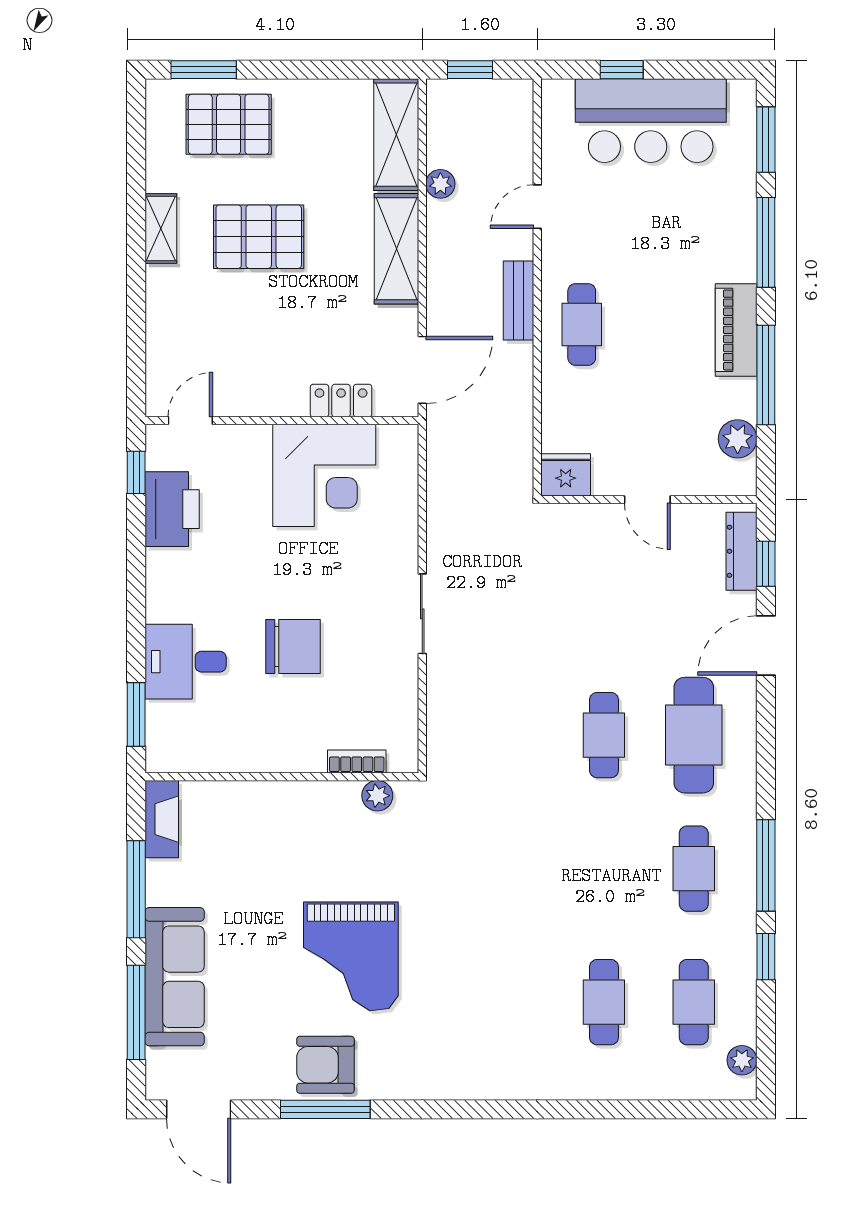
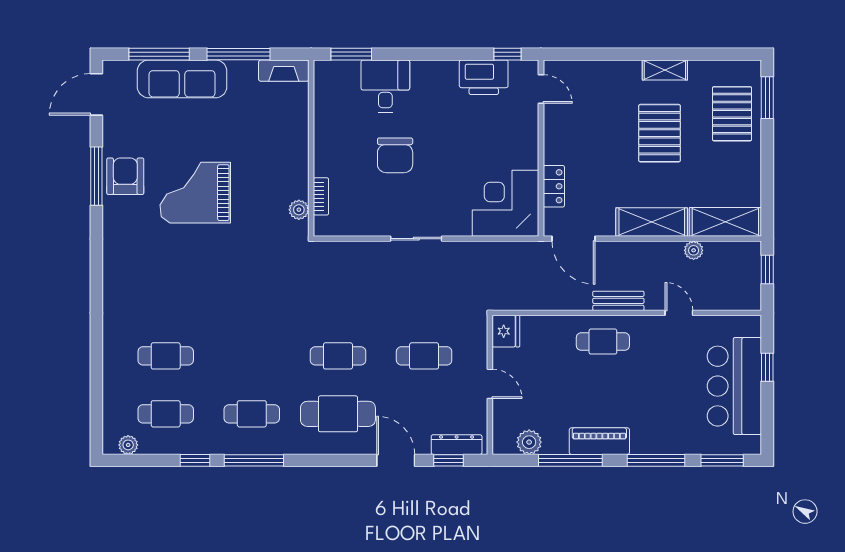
corner desk: (324, 475) -> (506, 203), moved, turned 90
door: (647, 500) -> (490, 384), swing flipped
cafe table: (604, 602) -> (424, 356), added

